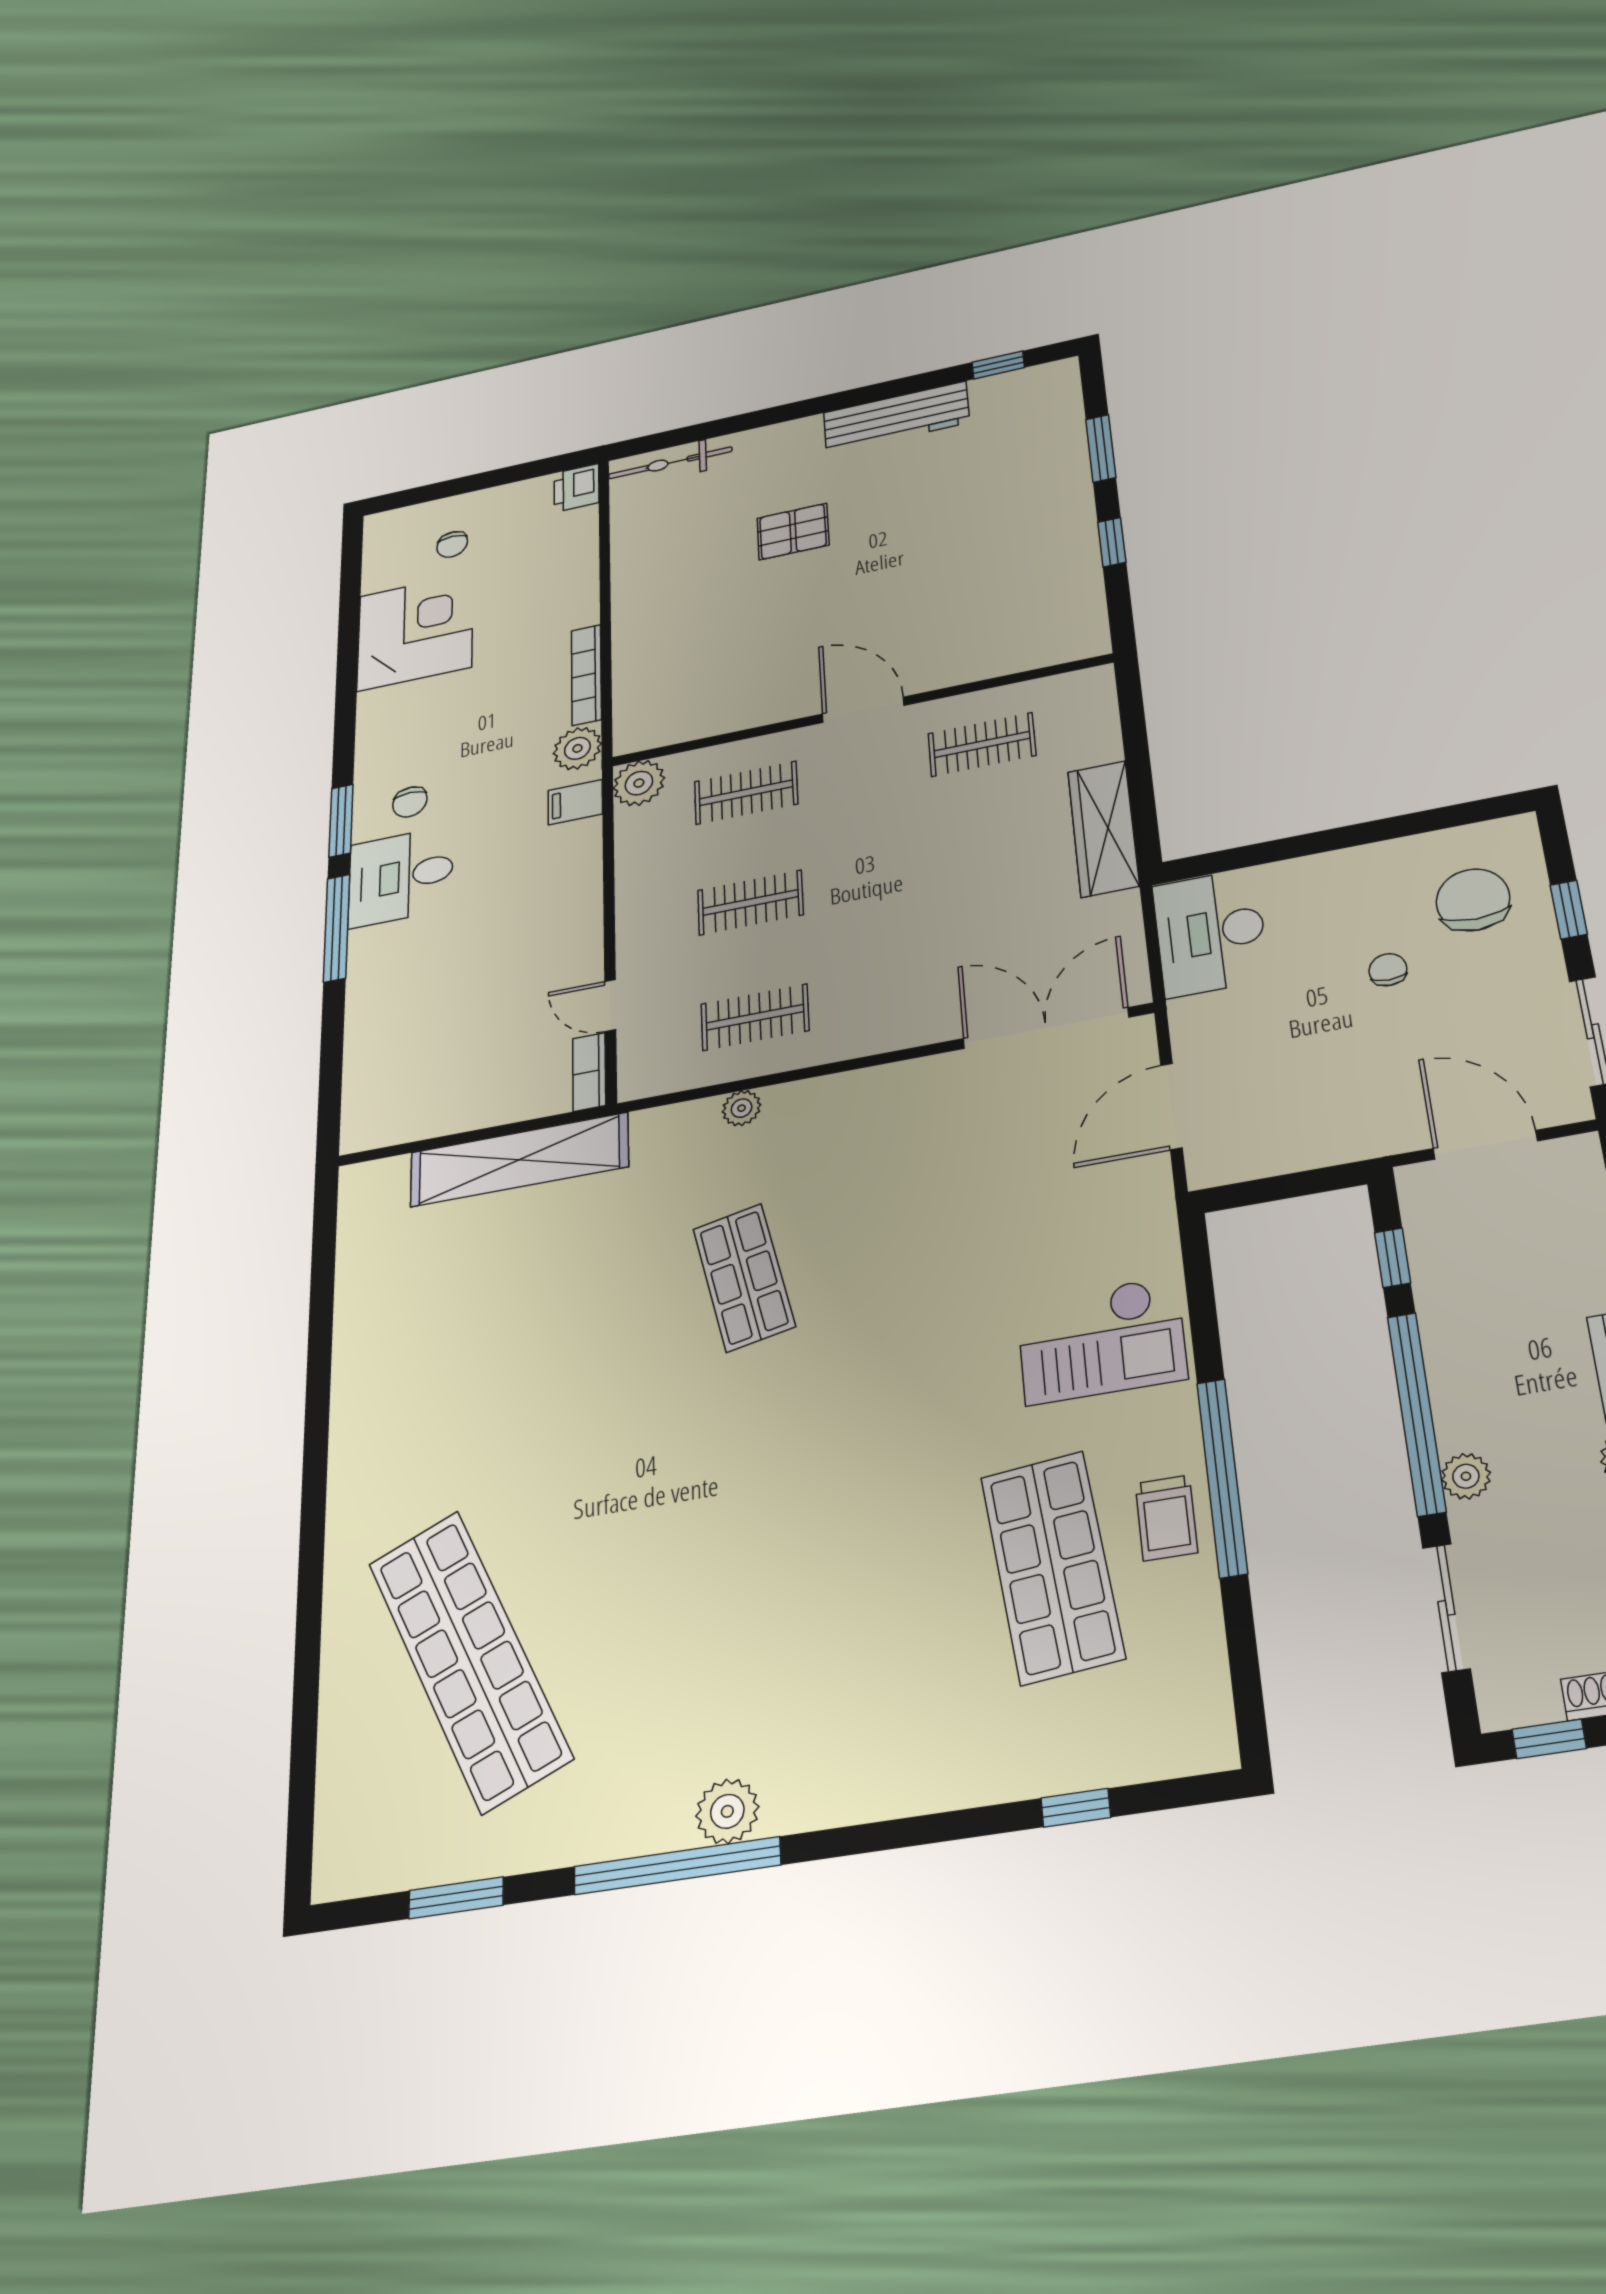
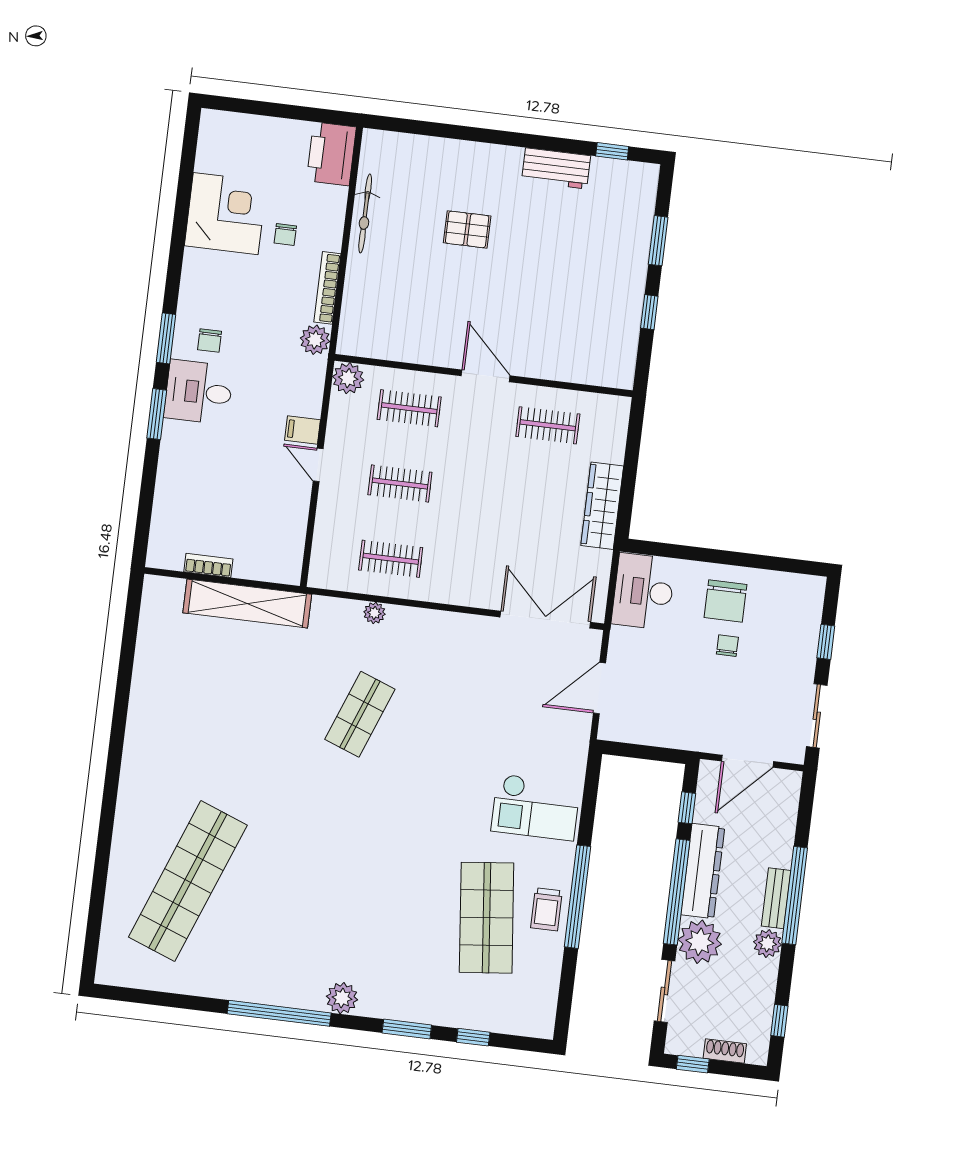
workbench: (896, 418) -> (556, 168), width x0.73
bicycle: (670, 463) -> (365, 213), moved, turned -90
printer: (577, 488) -> (331, 154), width x1.87, depth x1.48
chair: (452, 544) -> (285, 234), moved
filing cabinet: (575, 802) -> (302, 430), moved
chair: (1473, 900) -> (725, 601), moved, turned 180
window: (337, 928) -> (157, 414), width x0.69
door: (610, 1005) -> (318, 465), moved
bookcase: (589, 1072) -> (208, 565), moved, turned 90
door: (1485, 1145) -> (748, 761), swing flipped
shop shelf: (744, 1277) -> (360, 714), turned 33
dresser: (1457, 1361) -> (703, 871), added
plant: (1466, 1476) -> (700, 942), width x1.87, depth x1.87
shop shelf: (469, 1659) -> (188, 881), turned 45
plant: (727, 1811) -> (342, 998), moved
window: (456, 1898) -> (407, 1029), moved

